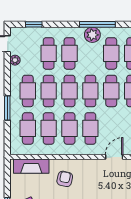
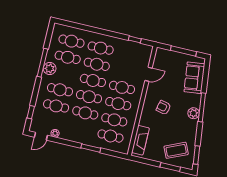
cafe table: (28, 91) -> (81, 129), removed
door: (114, 157) -> (149, 74), swing flipped
armchair: (65, 179) -> (163, 107), moved

